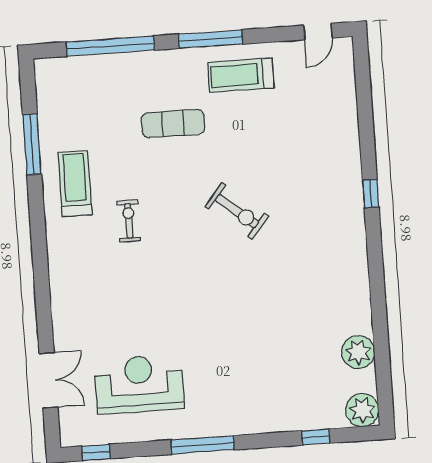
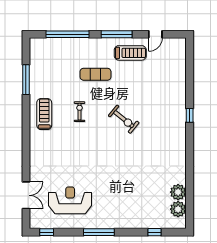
door: (318, 32) -> (155, 34), moved
treadmill: (241, 75) -> (130, 53), turned 180
treadmill: (75, 184) -> (44, 114), moved
exercise bike: (129, 221) -> (80, 112), moved
plant: (362, 410) -> (178, 209), moved

